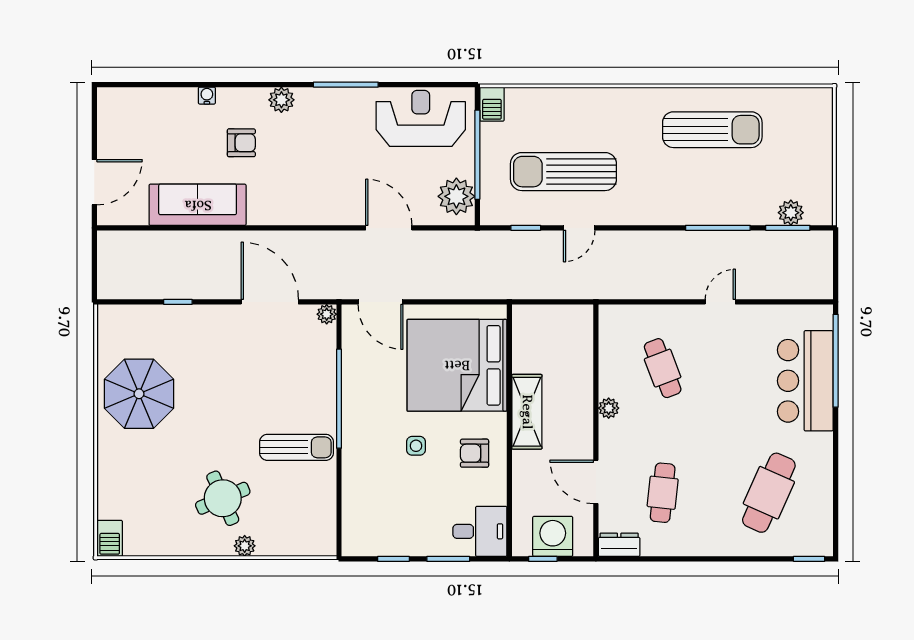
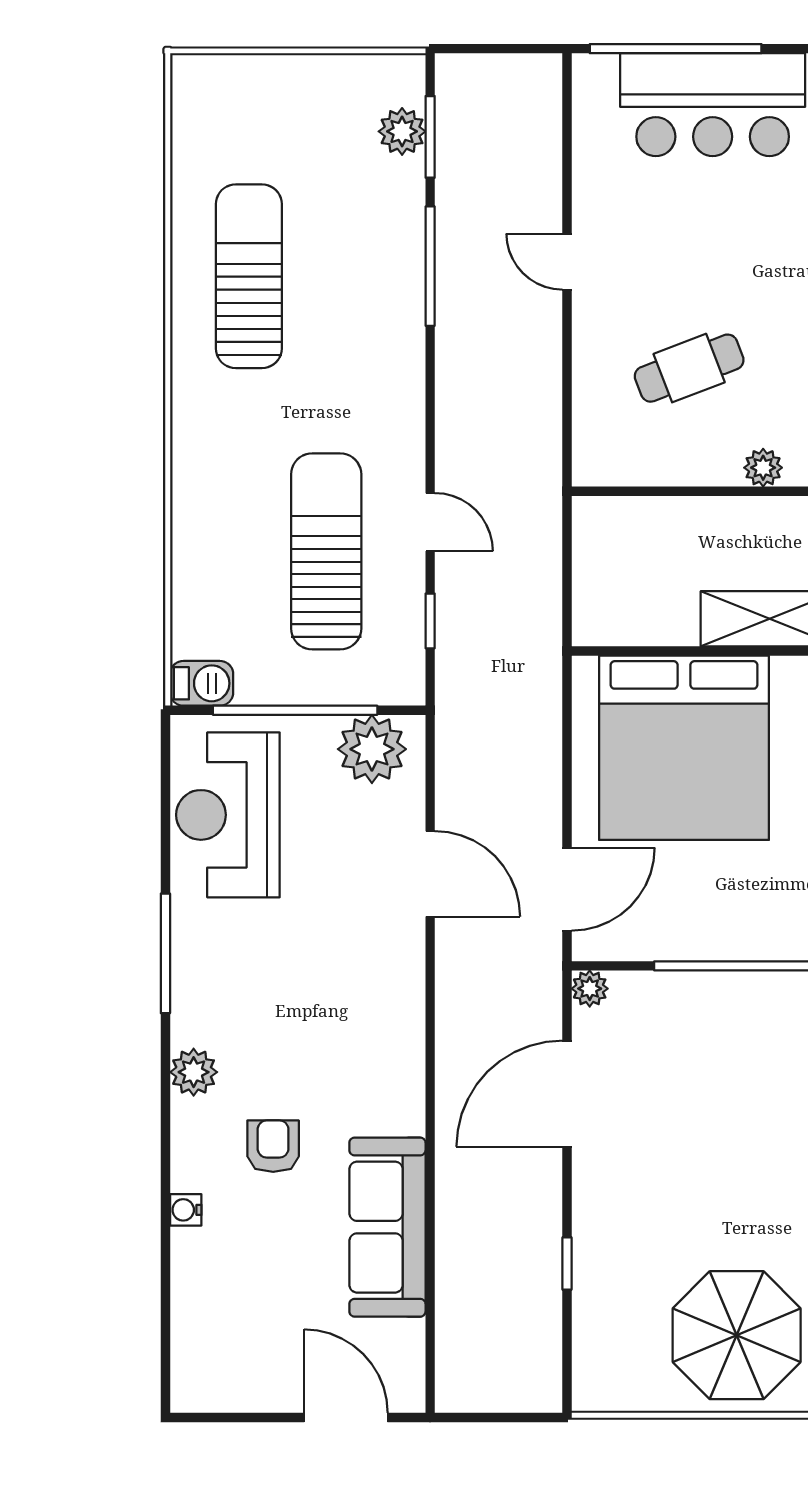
sun lounger: (563, 172) -> (326, 551), turned 180
door: (389, 228) -> (430, 874), swing flipped

